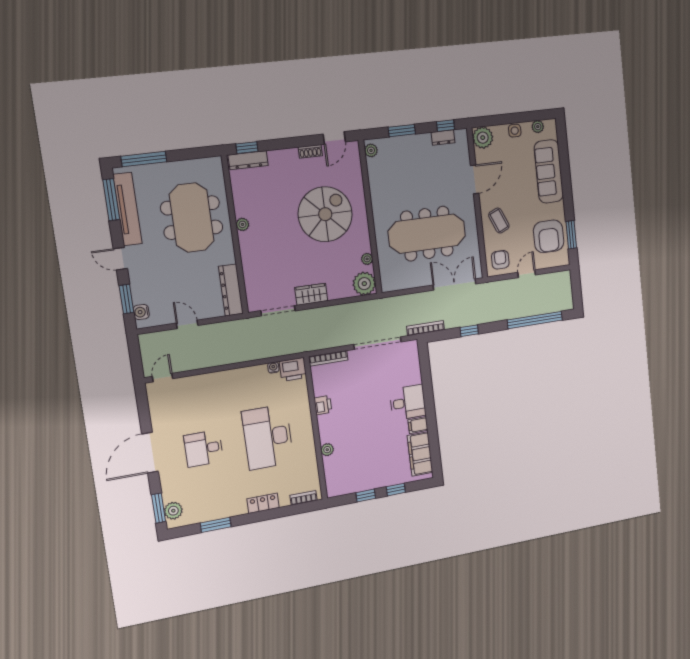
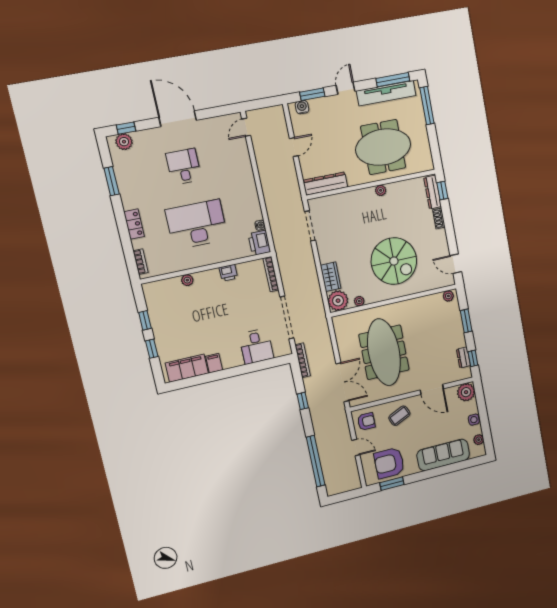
shoe rack: (310, 151) -> (439, 218), moved
wardrobe: (311, 294) -> (331, 277), moved
door: (162, 378) -> (246, 127), swing flipped
desk: (408, 402) -> (256, 346), moved
window: (159, 508) -> (126, 128), width x0.67

